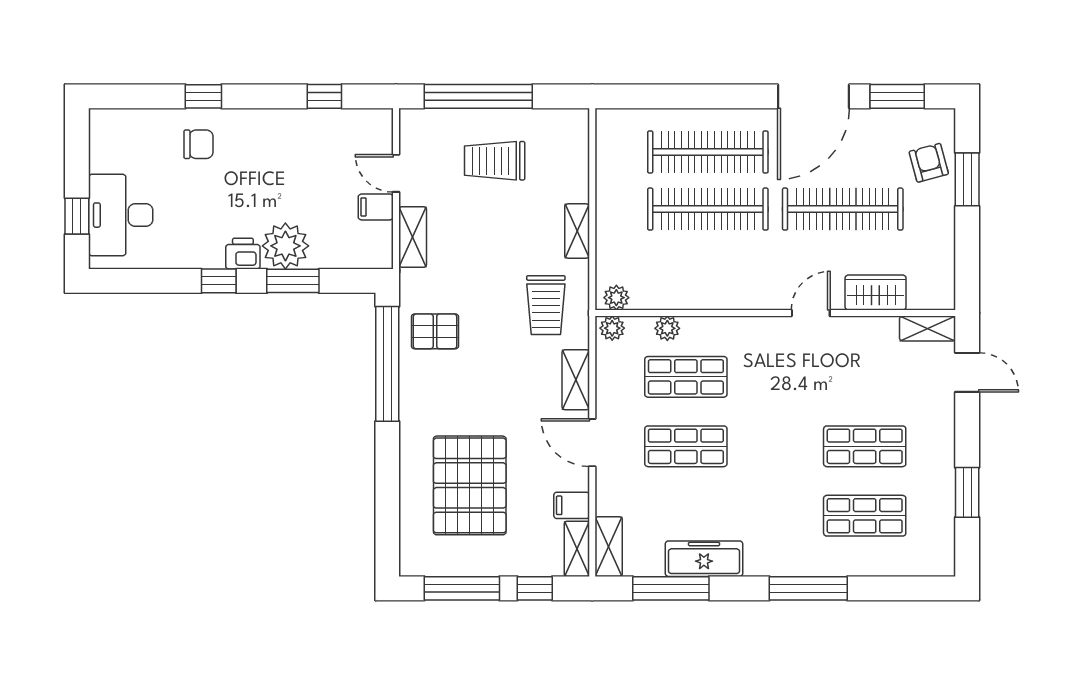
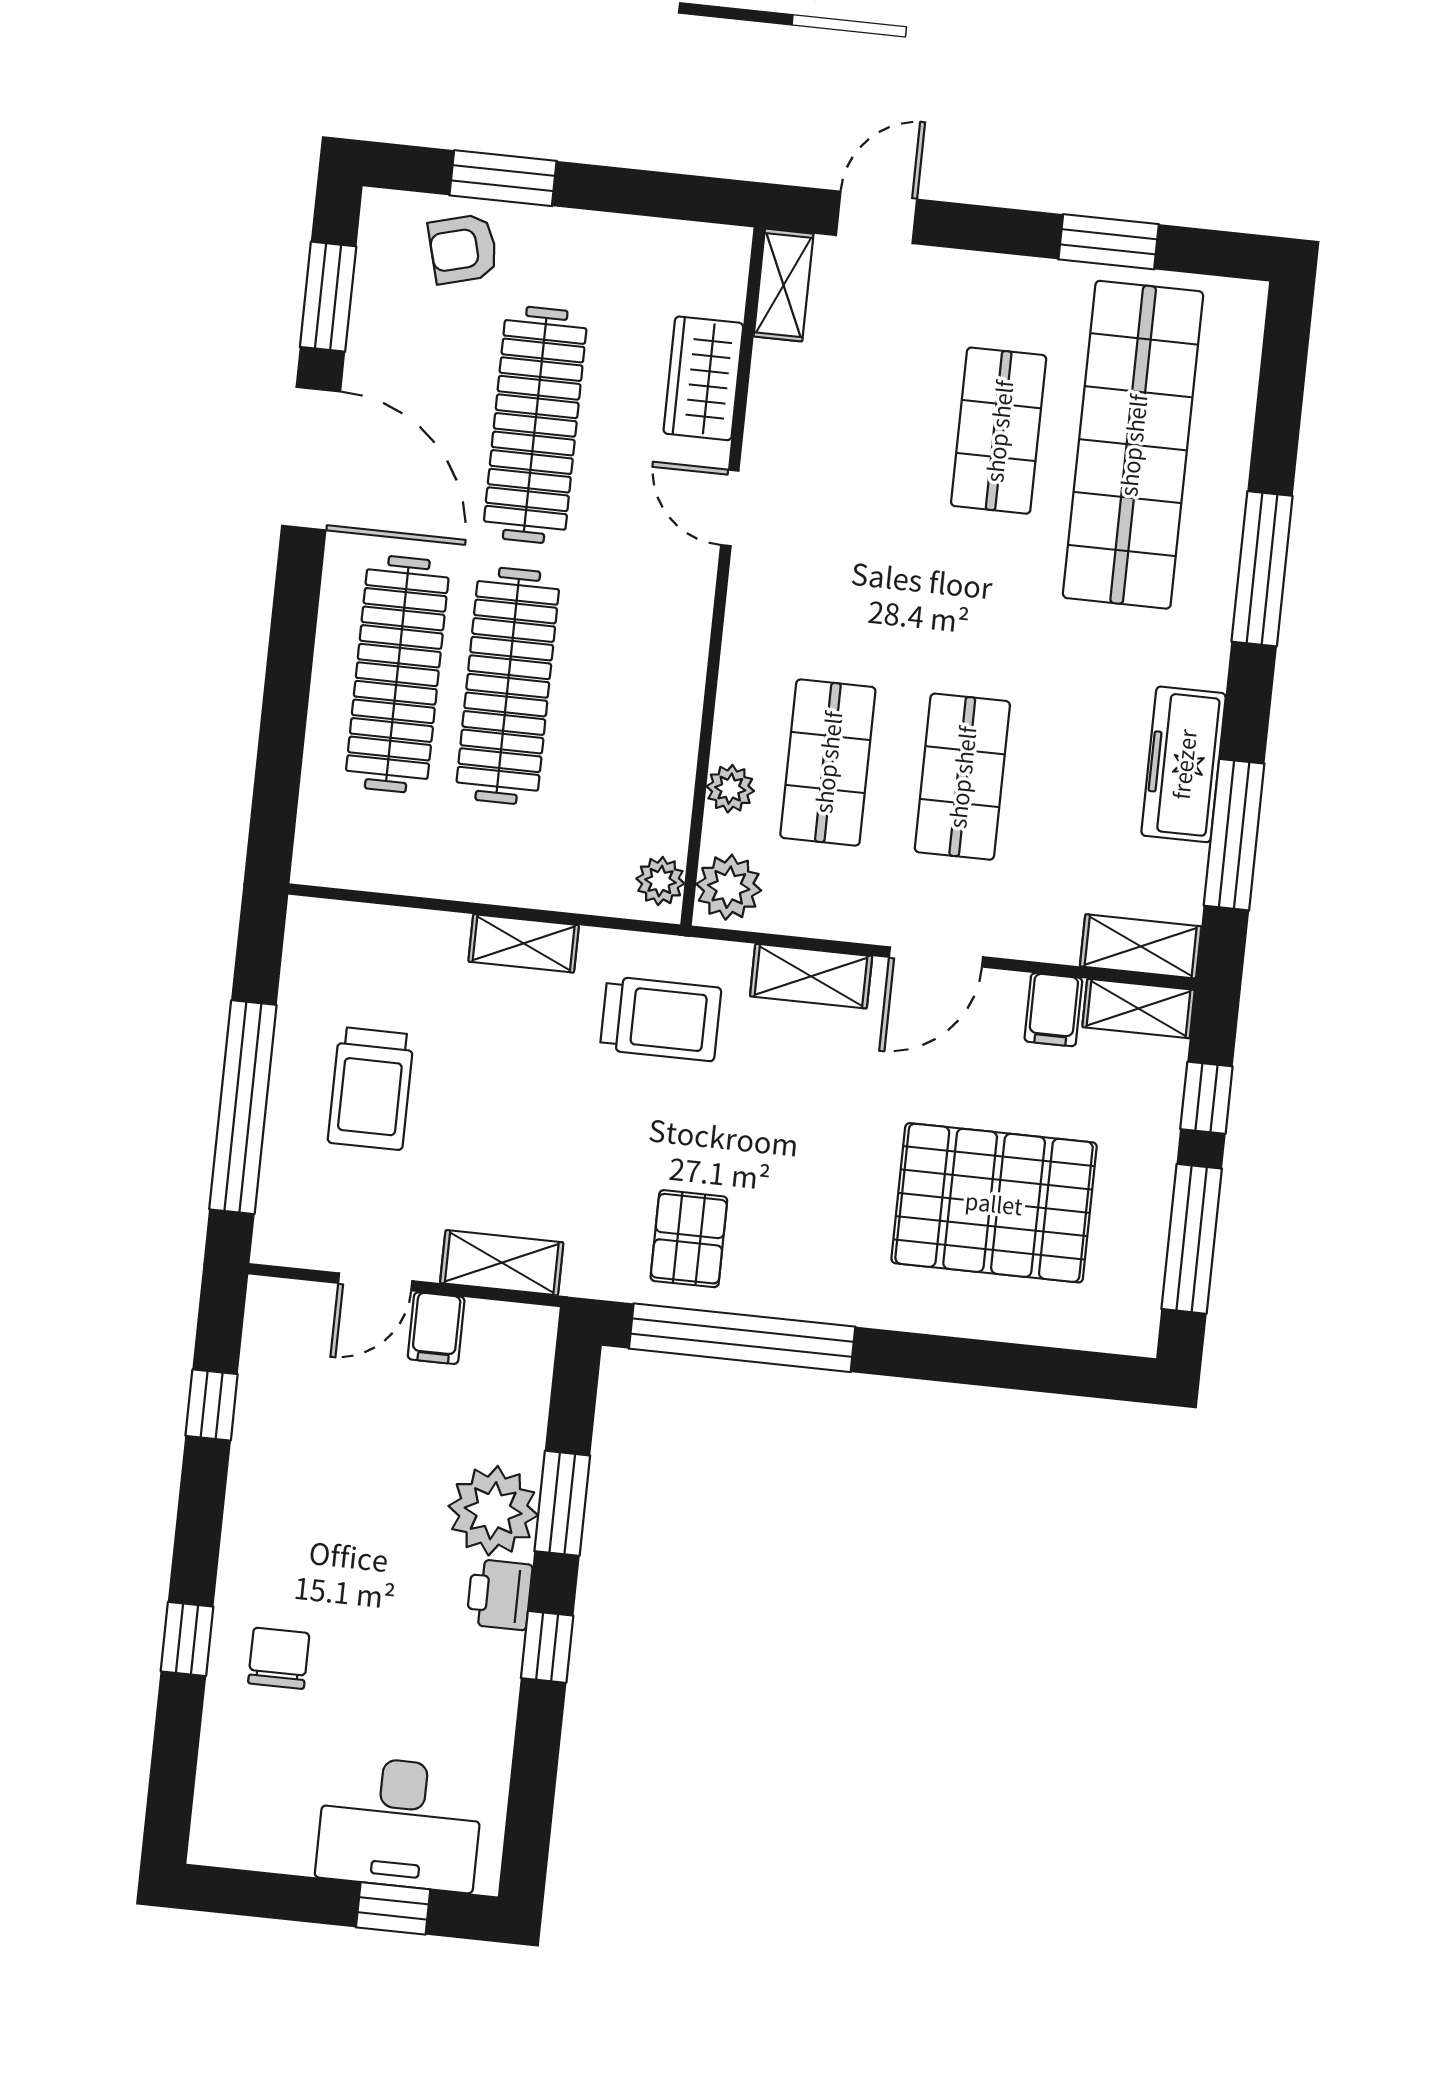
plant: (612, 328) -> (729, 887), width x1.38, depth x1.38
shop shelf: (865, 516) -> (1133, 445), width x2.00, depth x1.36

